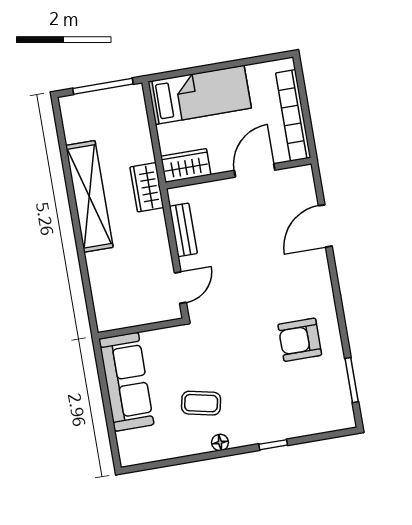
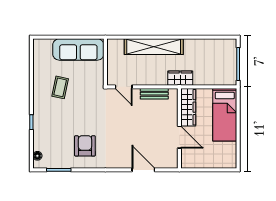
bookcase: (293, 115) -> (205, 163), removed
wardrobe: (186, 166) -> (188, 107), width x1.50
shelving: (89, 196) -> (154, 47), moved
floor lamp: (220, 442) -> (37, 156), moved

